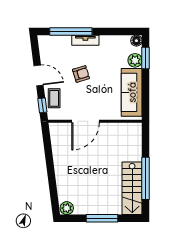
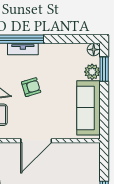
tv unit: (85, 40) -> (23, 49), moved

